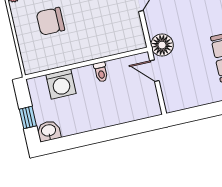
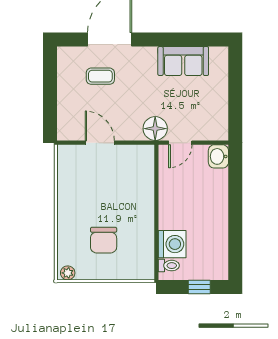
toilet: (101, 72) -> (169, 266), moved
washbasin: (49, 131) -> (218, 156), moved

